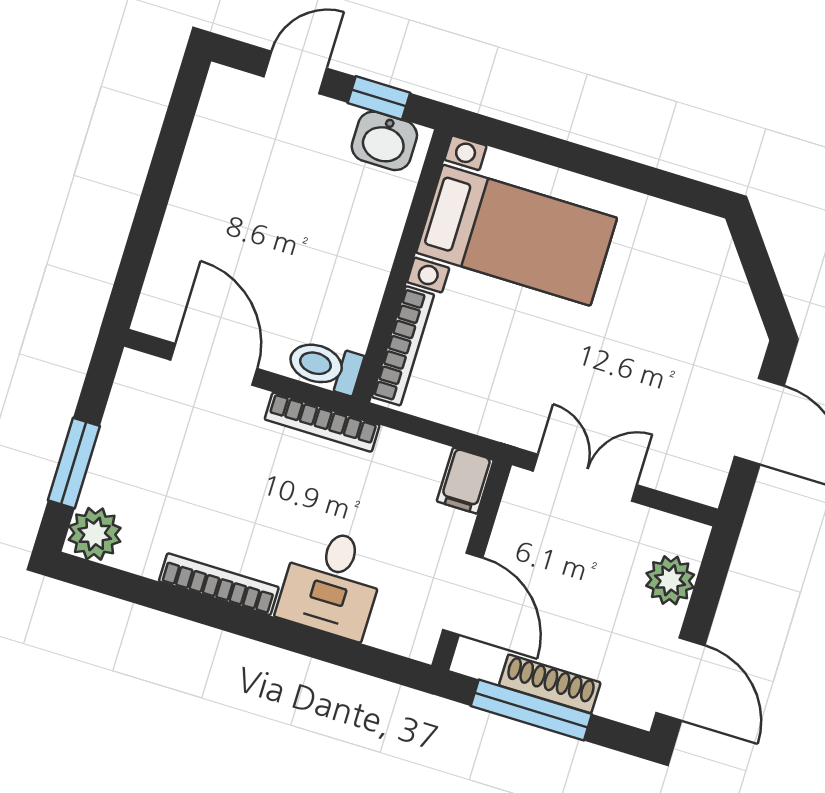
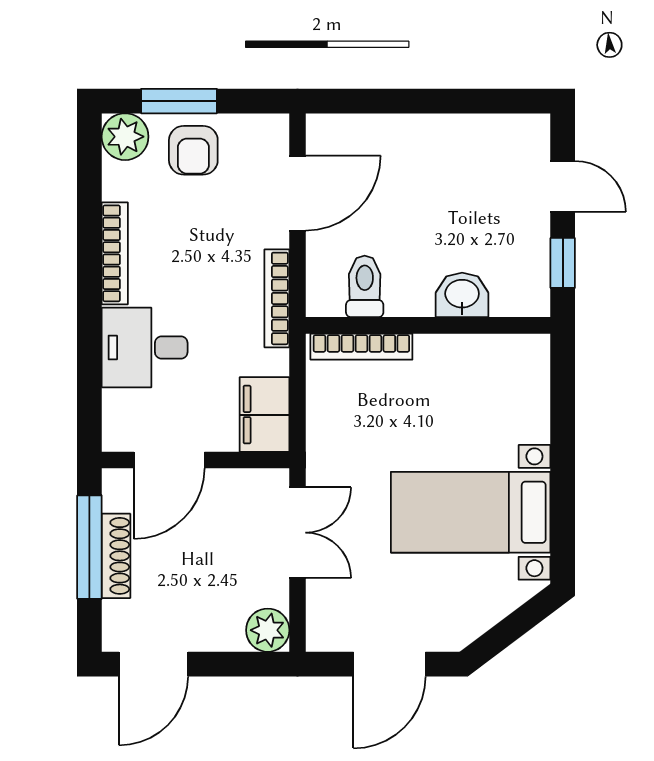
washbasin: (384, 141) -> (462, 295), moved, turned 90
bed with nightstands: (517, 235) -> (471, 512), moved, turned 90
toilet: (325, 366) -> (365, 286), moved
armchair: (132, 464) -> (193, 150), added
filing cabinet: (465, 481) -> (264, 415), width x2.00
plant: (670, 580) -> (268, 630), moved

